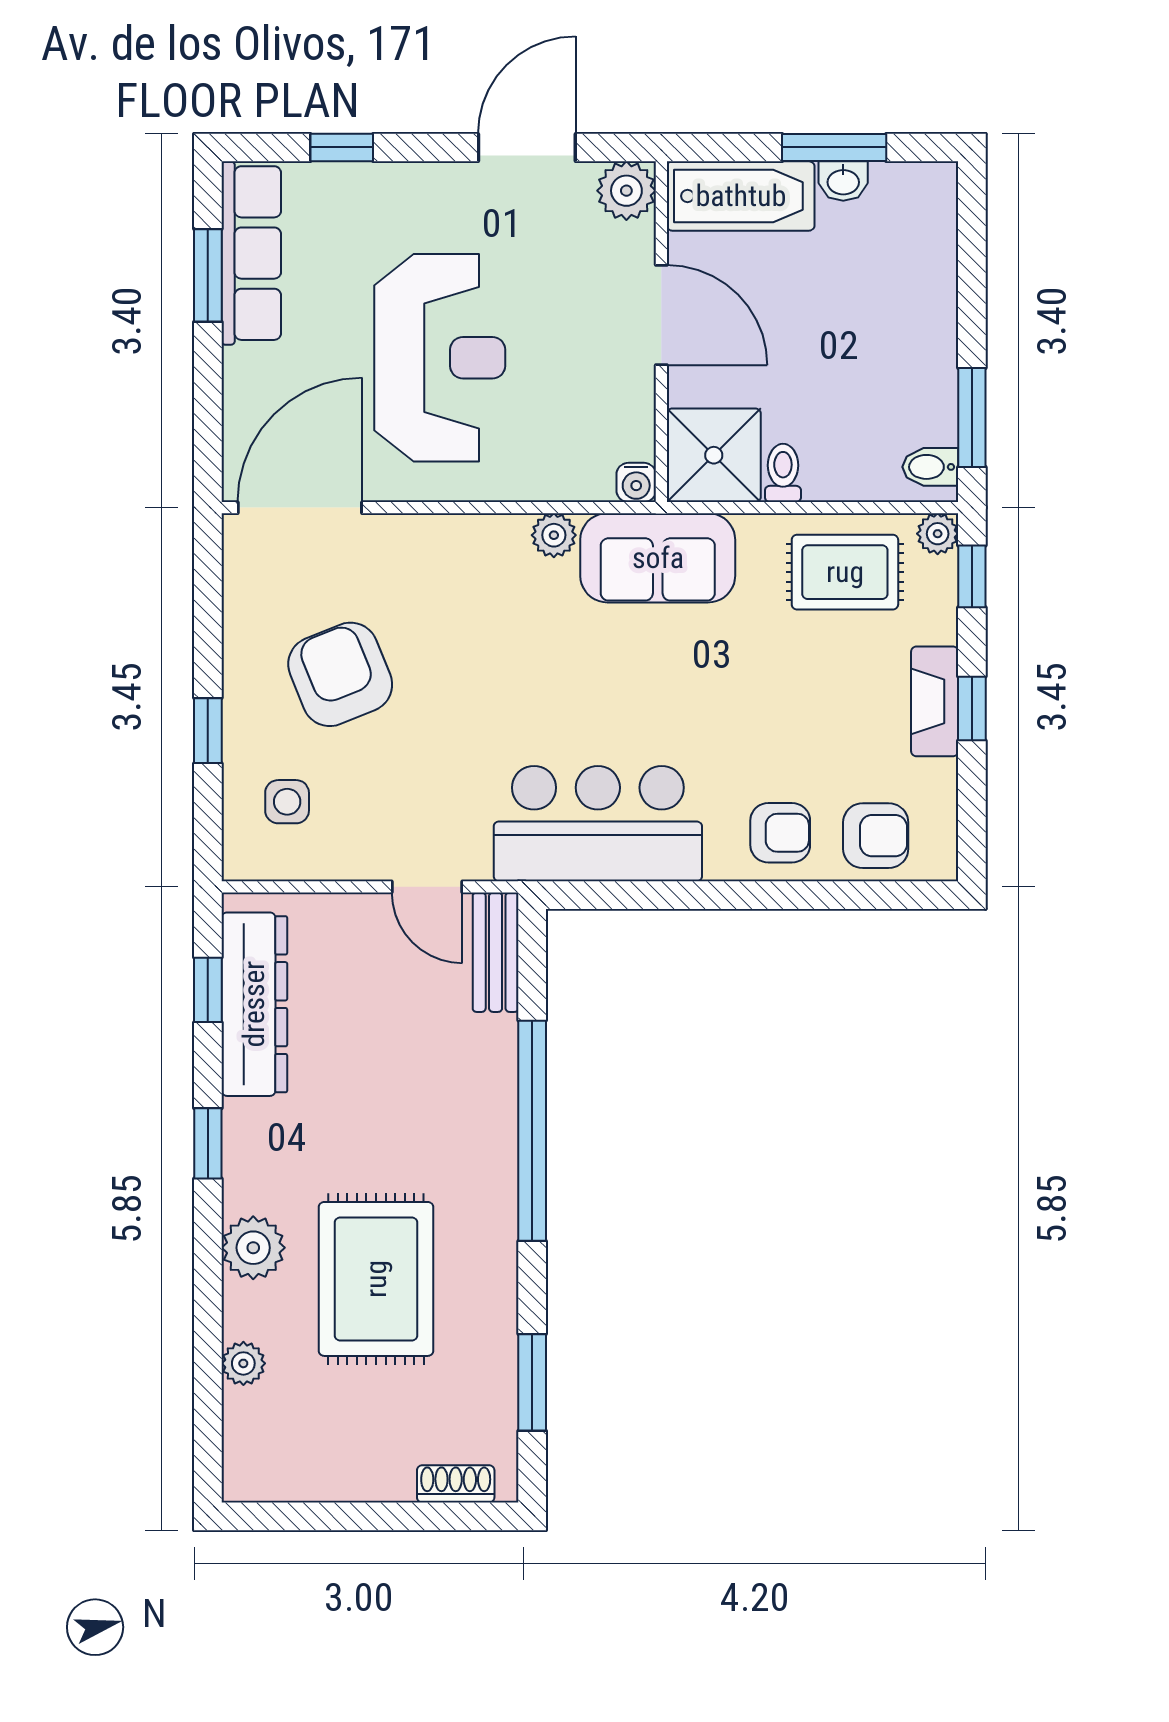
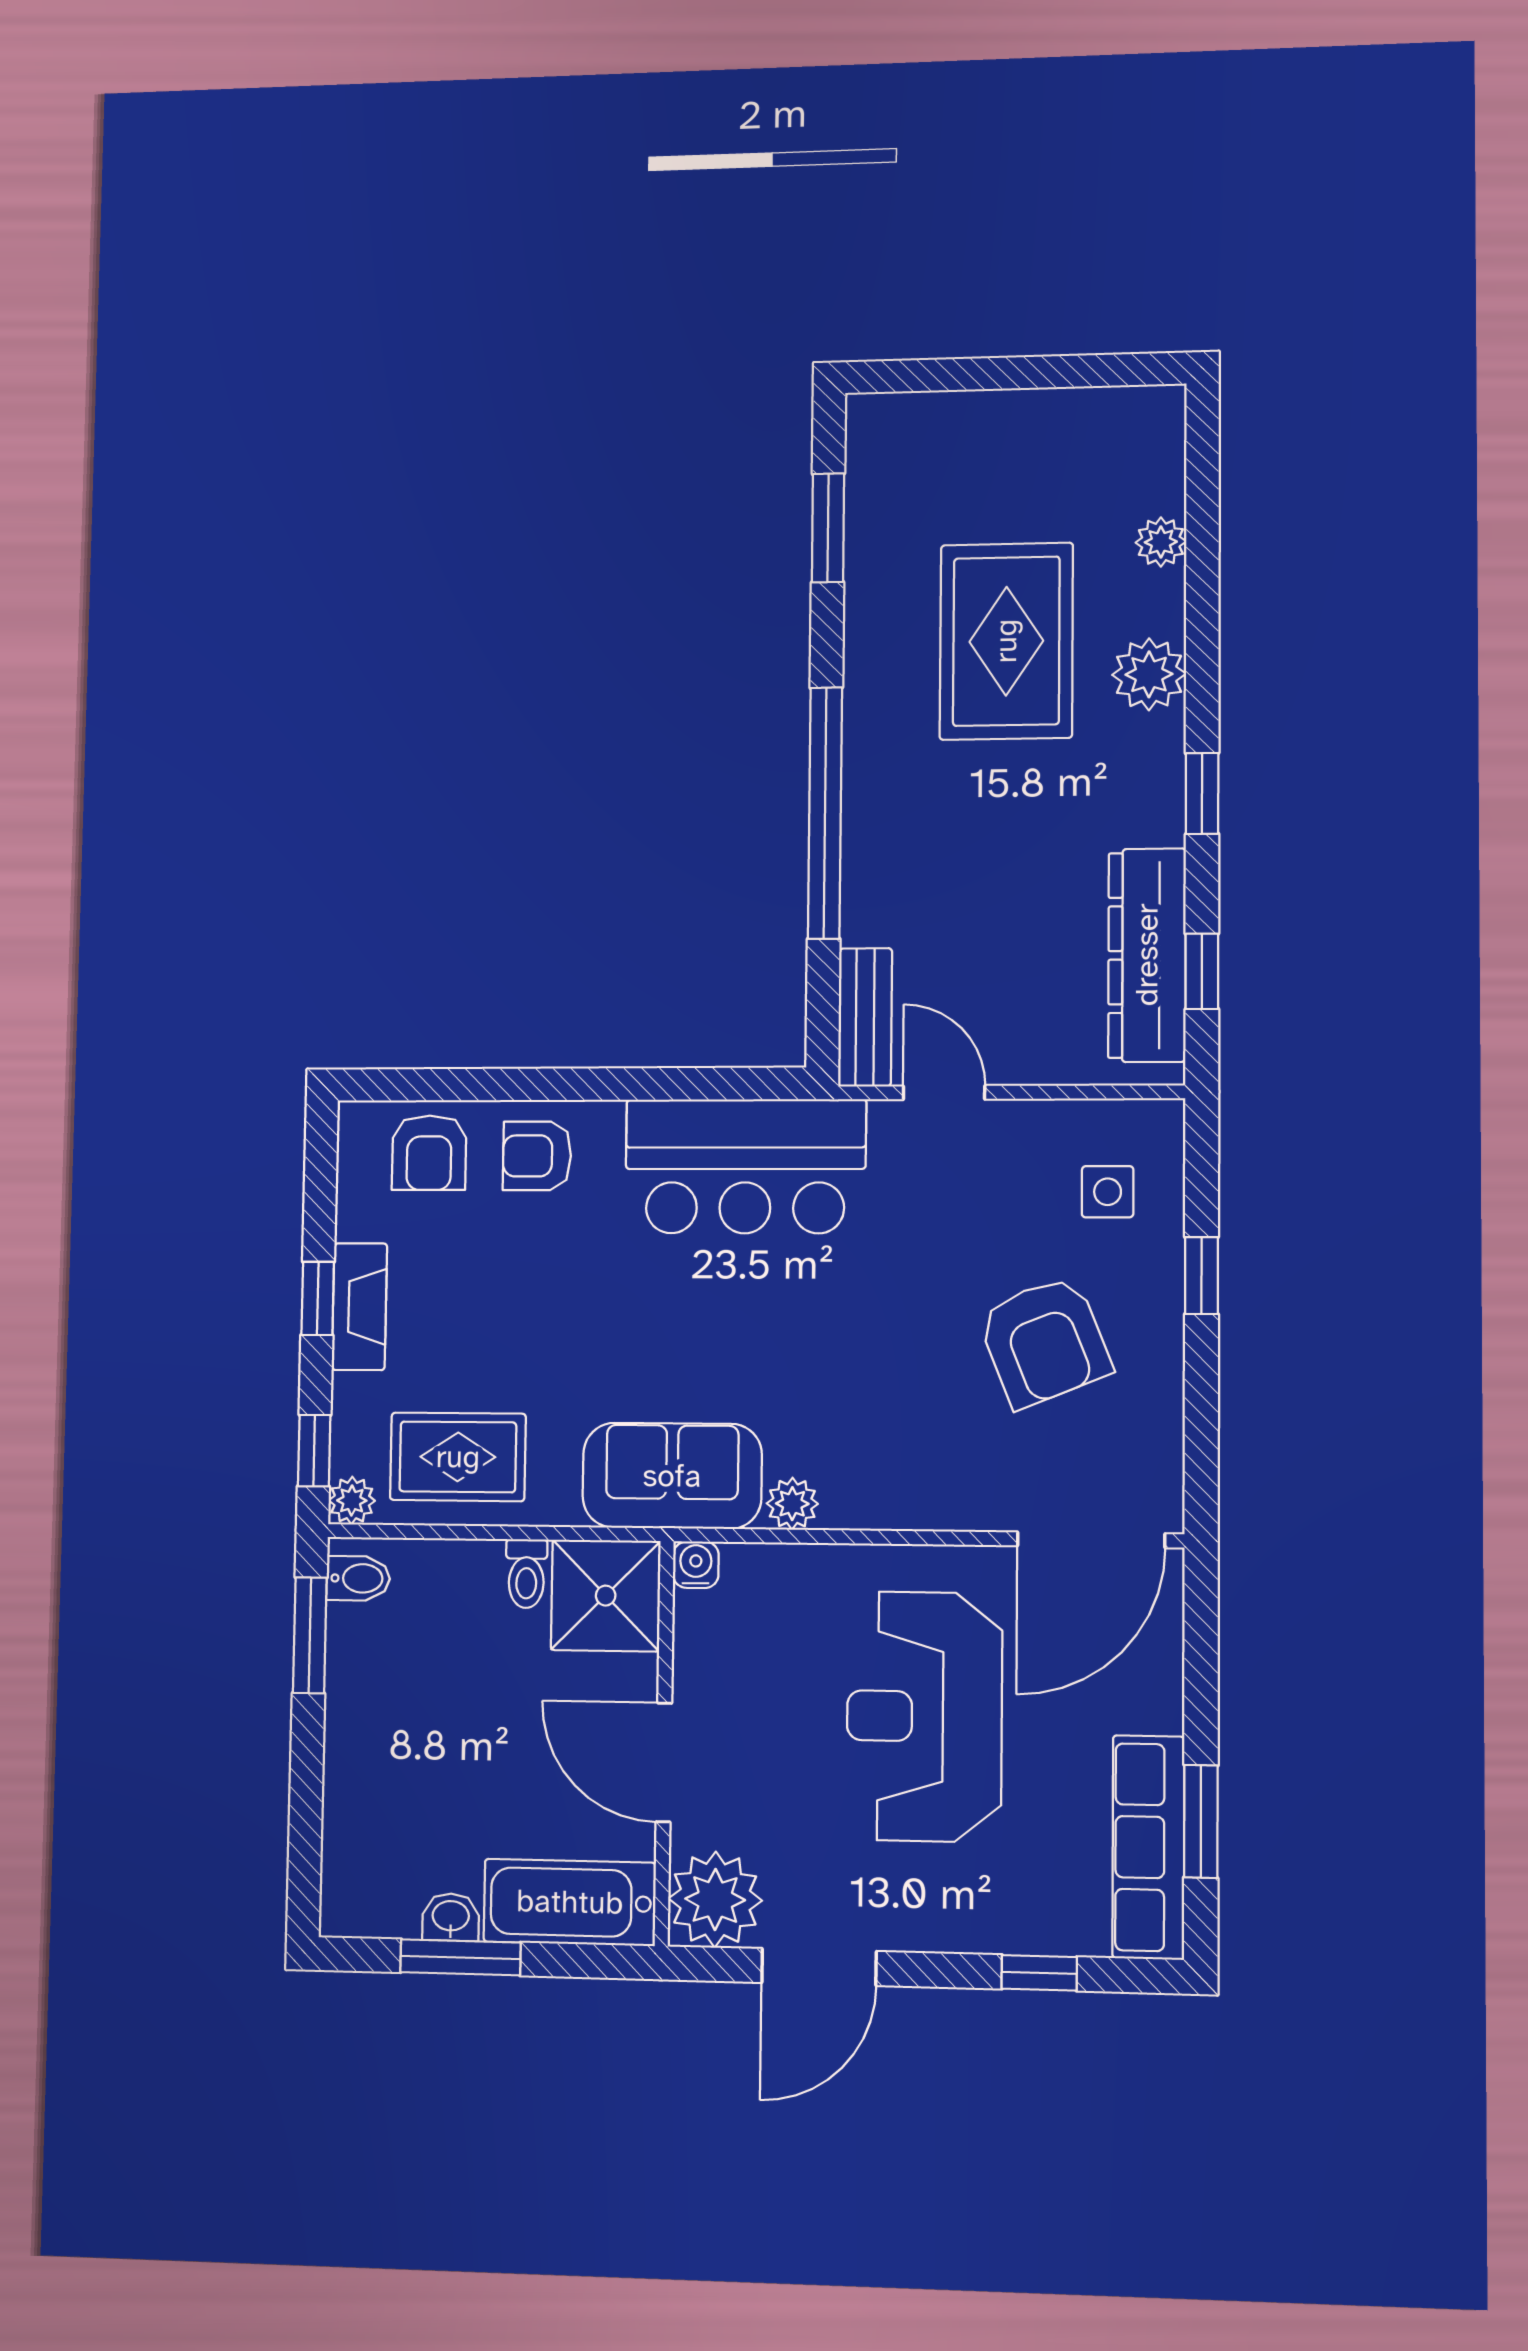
plant: (626, 191) -> (715, 1899), width x1.36, depth x1.36
armchair: (876, 836) -> (429, 1153), turned -90
shoe rack: (456, 1484) -> (916, 412), removed

